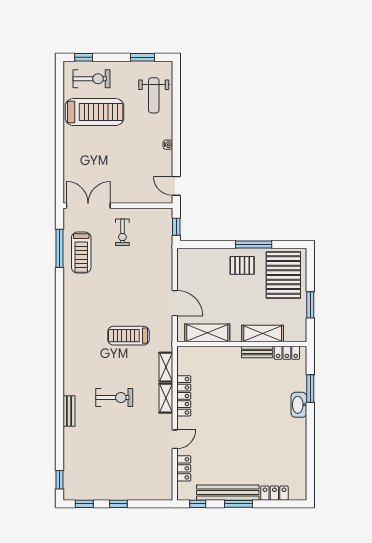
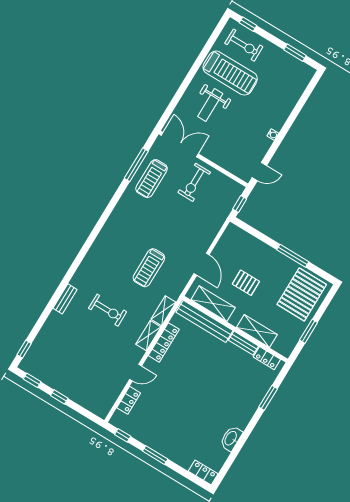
weight bench: (154, 95) -> (210, 105), moved
door: (176, 186) -> (259, 171), swing flipped
exercise bike: (122, 232) -> (194, 182), width x1.38, depth x1.39
pallet: (242, 265) -> (246, 283), moved
treadmill: (128, 336) -> (149, 268), turned -90
washbasin: (299, 405) -> (231, 438), moved
bench: (228, 493) -> (205, 321), moved
locker: (274, 493) -> (203, 472), moved

